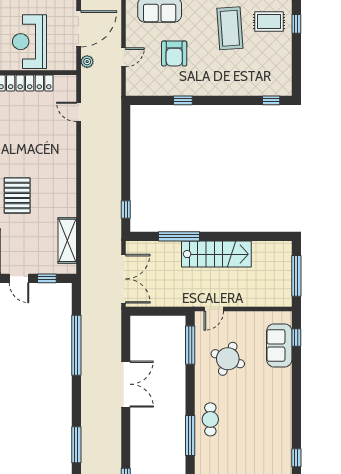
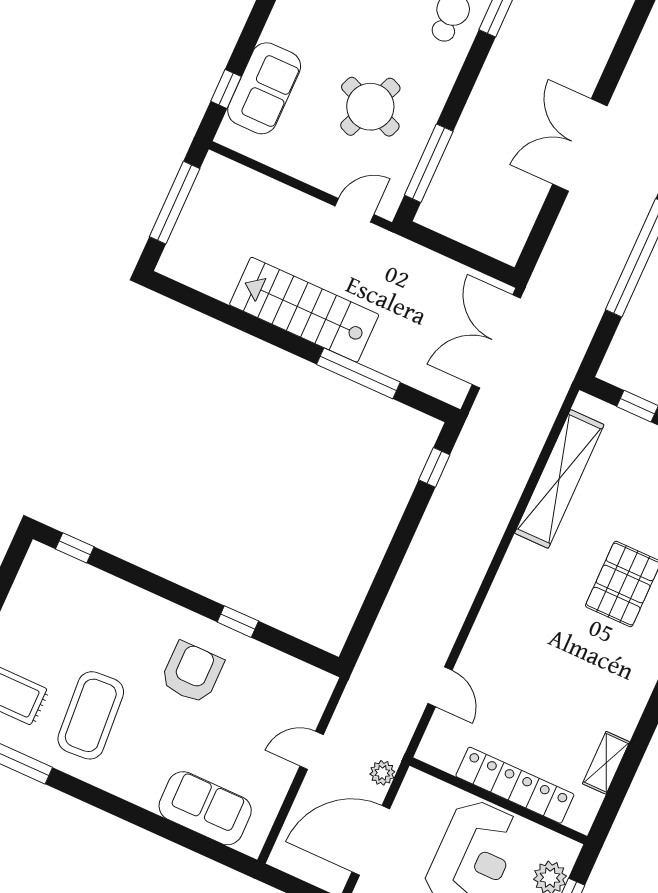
armchair: (174, 54) -> (192, 673), moved
shelving: (67, 240) -> (559, 479), width x1.47

